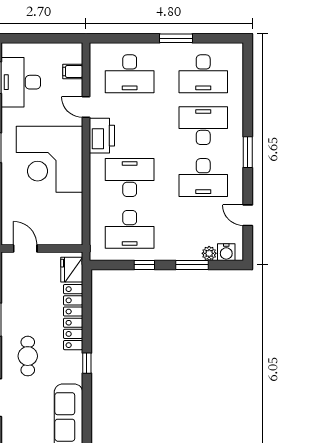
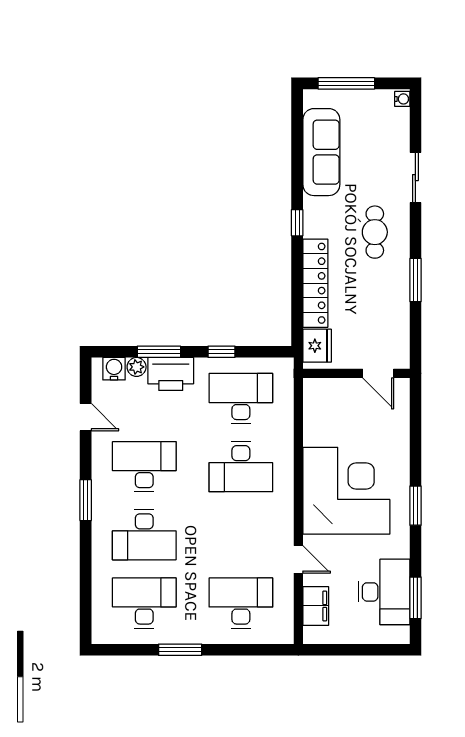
filing cabinet: (73, 72) -> (316, 606), width x2.00
printer: (102, 136) -> (171, 374), moved, turned -90

